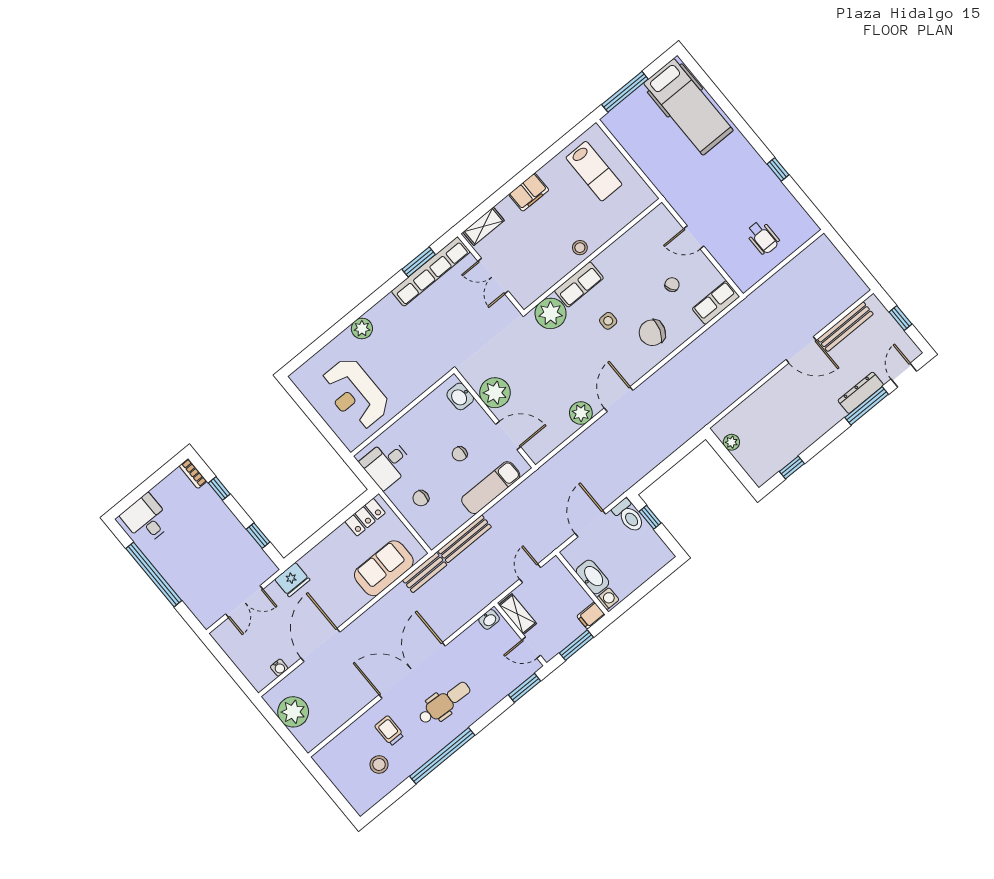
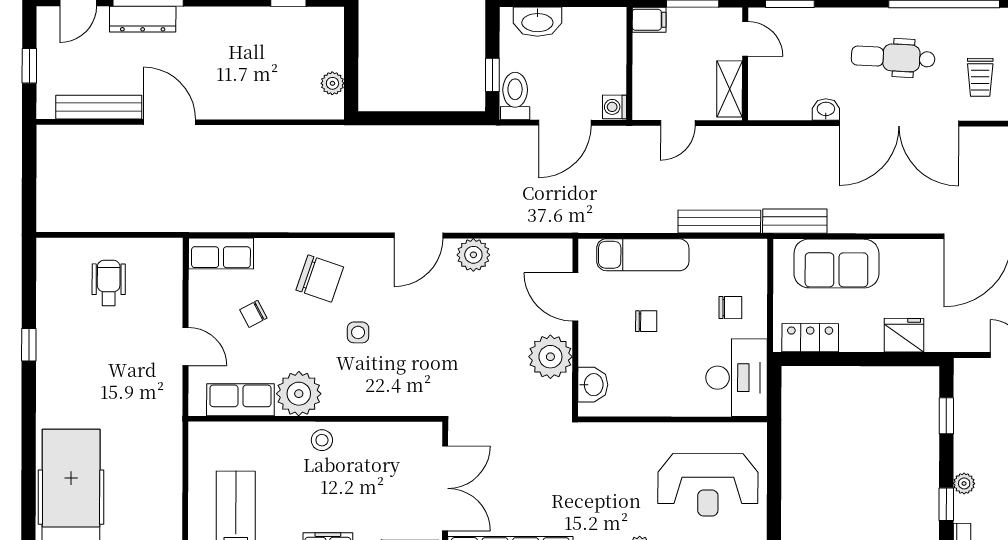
double door: (493, 276) -> (445, 488), width x1.37
row of seats: (579, 284) -> (240, 400), moved
plant: (551, 313) -> (299, 394), moved
reception desk: (355, 394) -> (708, 485), turned 90
desk: (387, 463) -> (737, 378), width x1.37
plant: (219, 507) -> (964, 483), added
washbasin: (592, 577) -> (537, 22), moved, turned -90
fridge: (292, 580) -> (904, 335), moved
washing machine: (608, 599) -> (615, 107), moved
washbasin: (489, 619) -> (826, 109), moved

